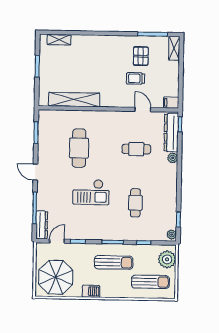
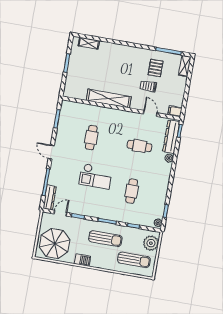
shelving: (74, 100) -> (109, 99), moved
cafe table: (79, 148) -> (91, 138), width x0.73, depth x0.74

